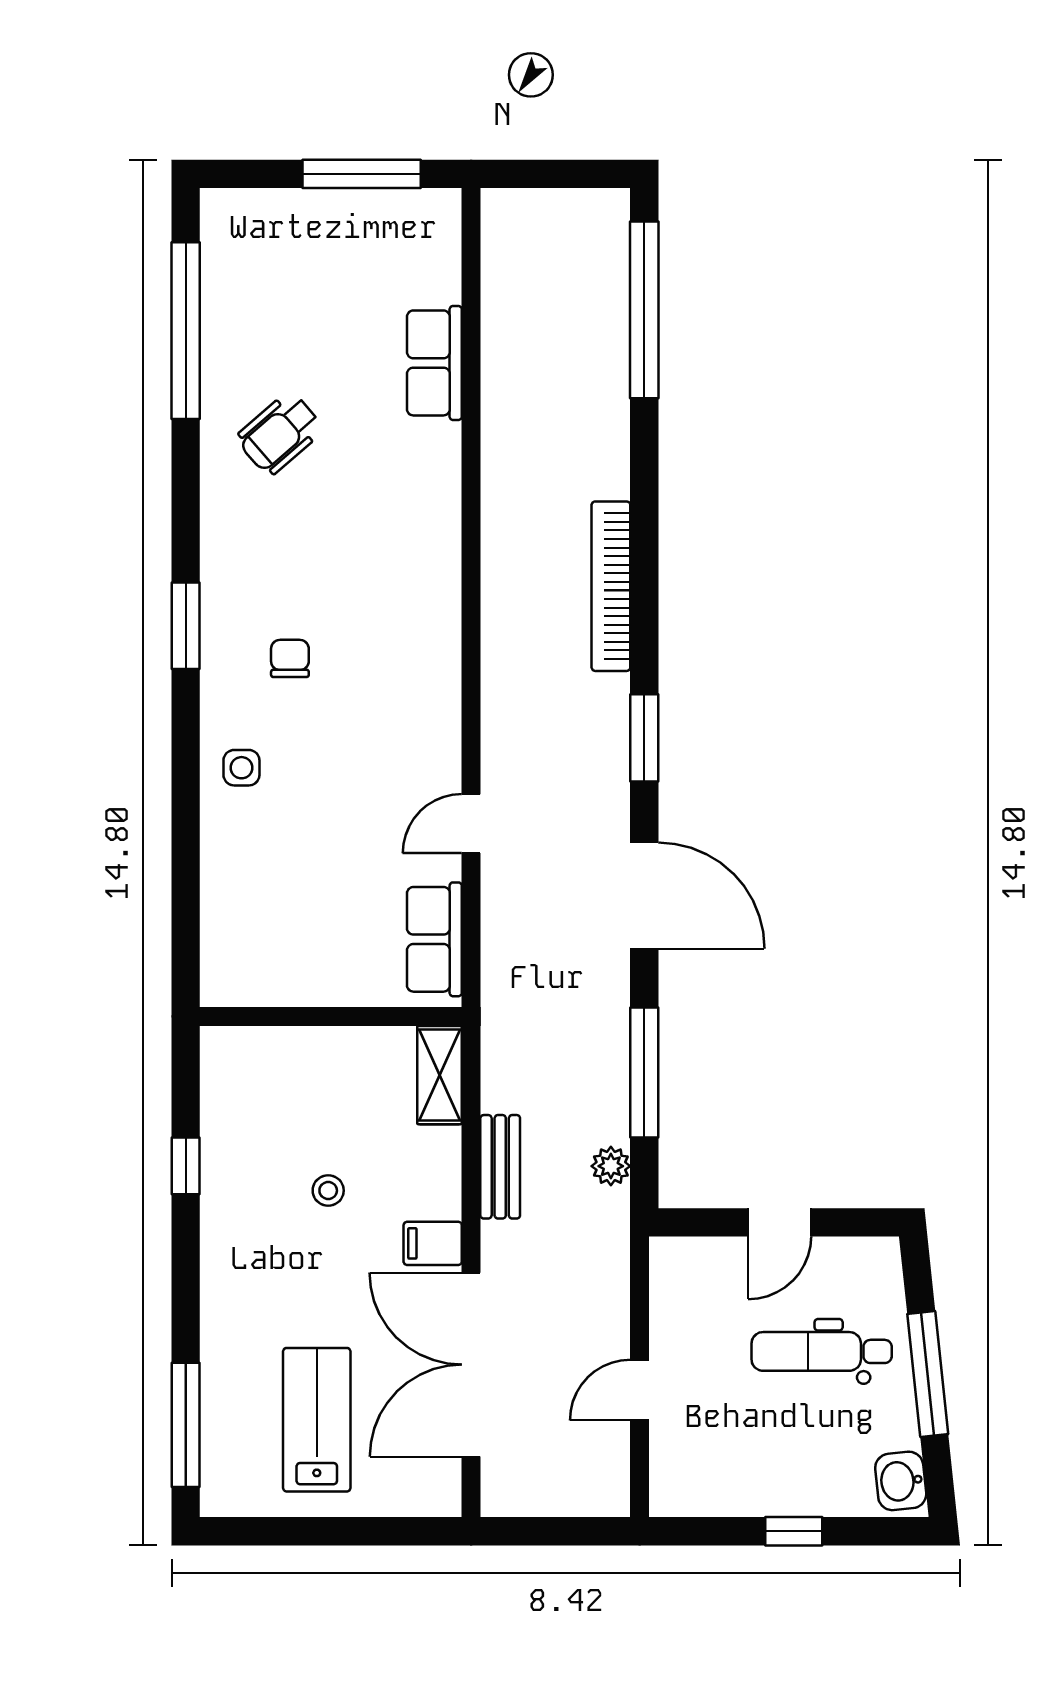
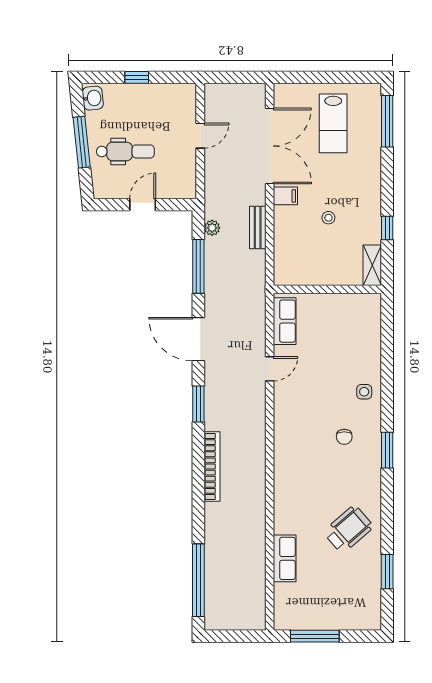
window: (186, 331) -> (387, 572), width x0.47
wheelchair: (280, 433) -> (348, 529), width x1.36, depth x1.37
shelving: (440, 1075) -> (372, 265), moved

